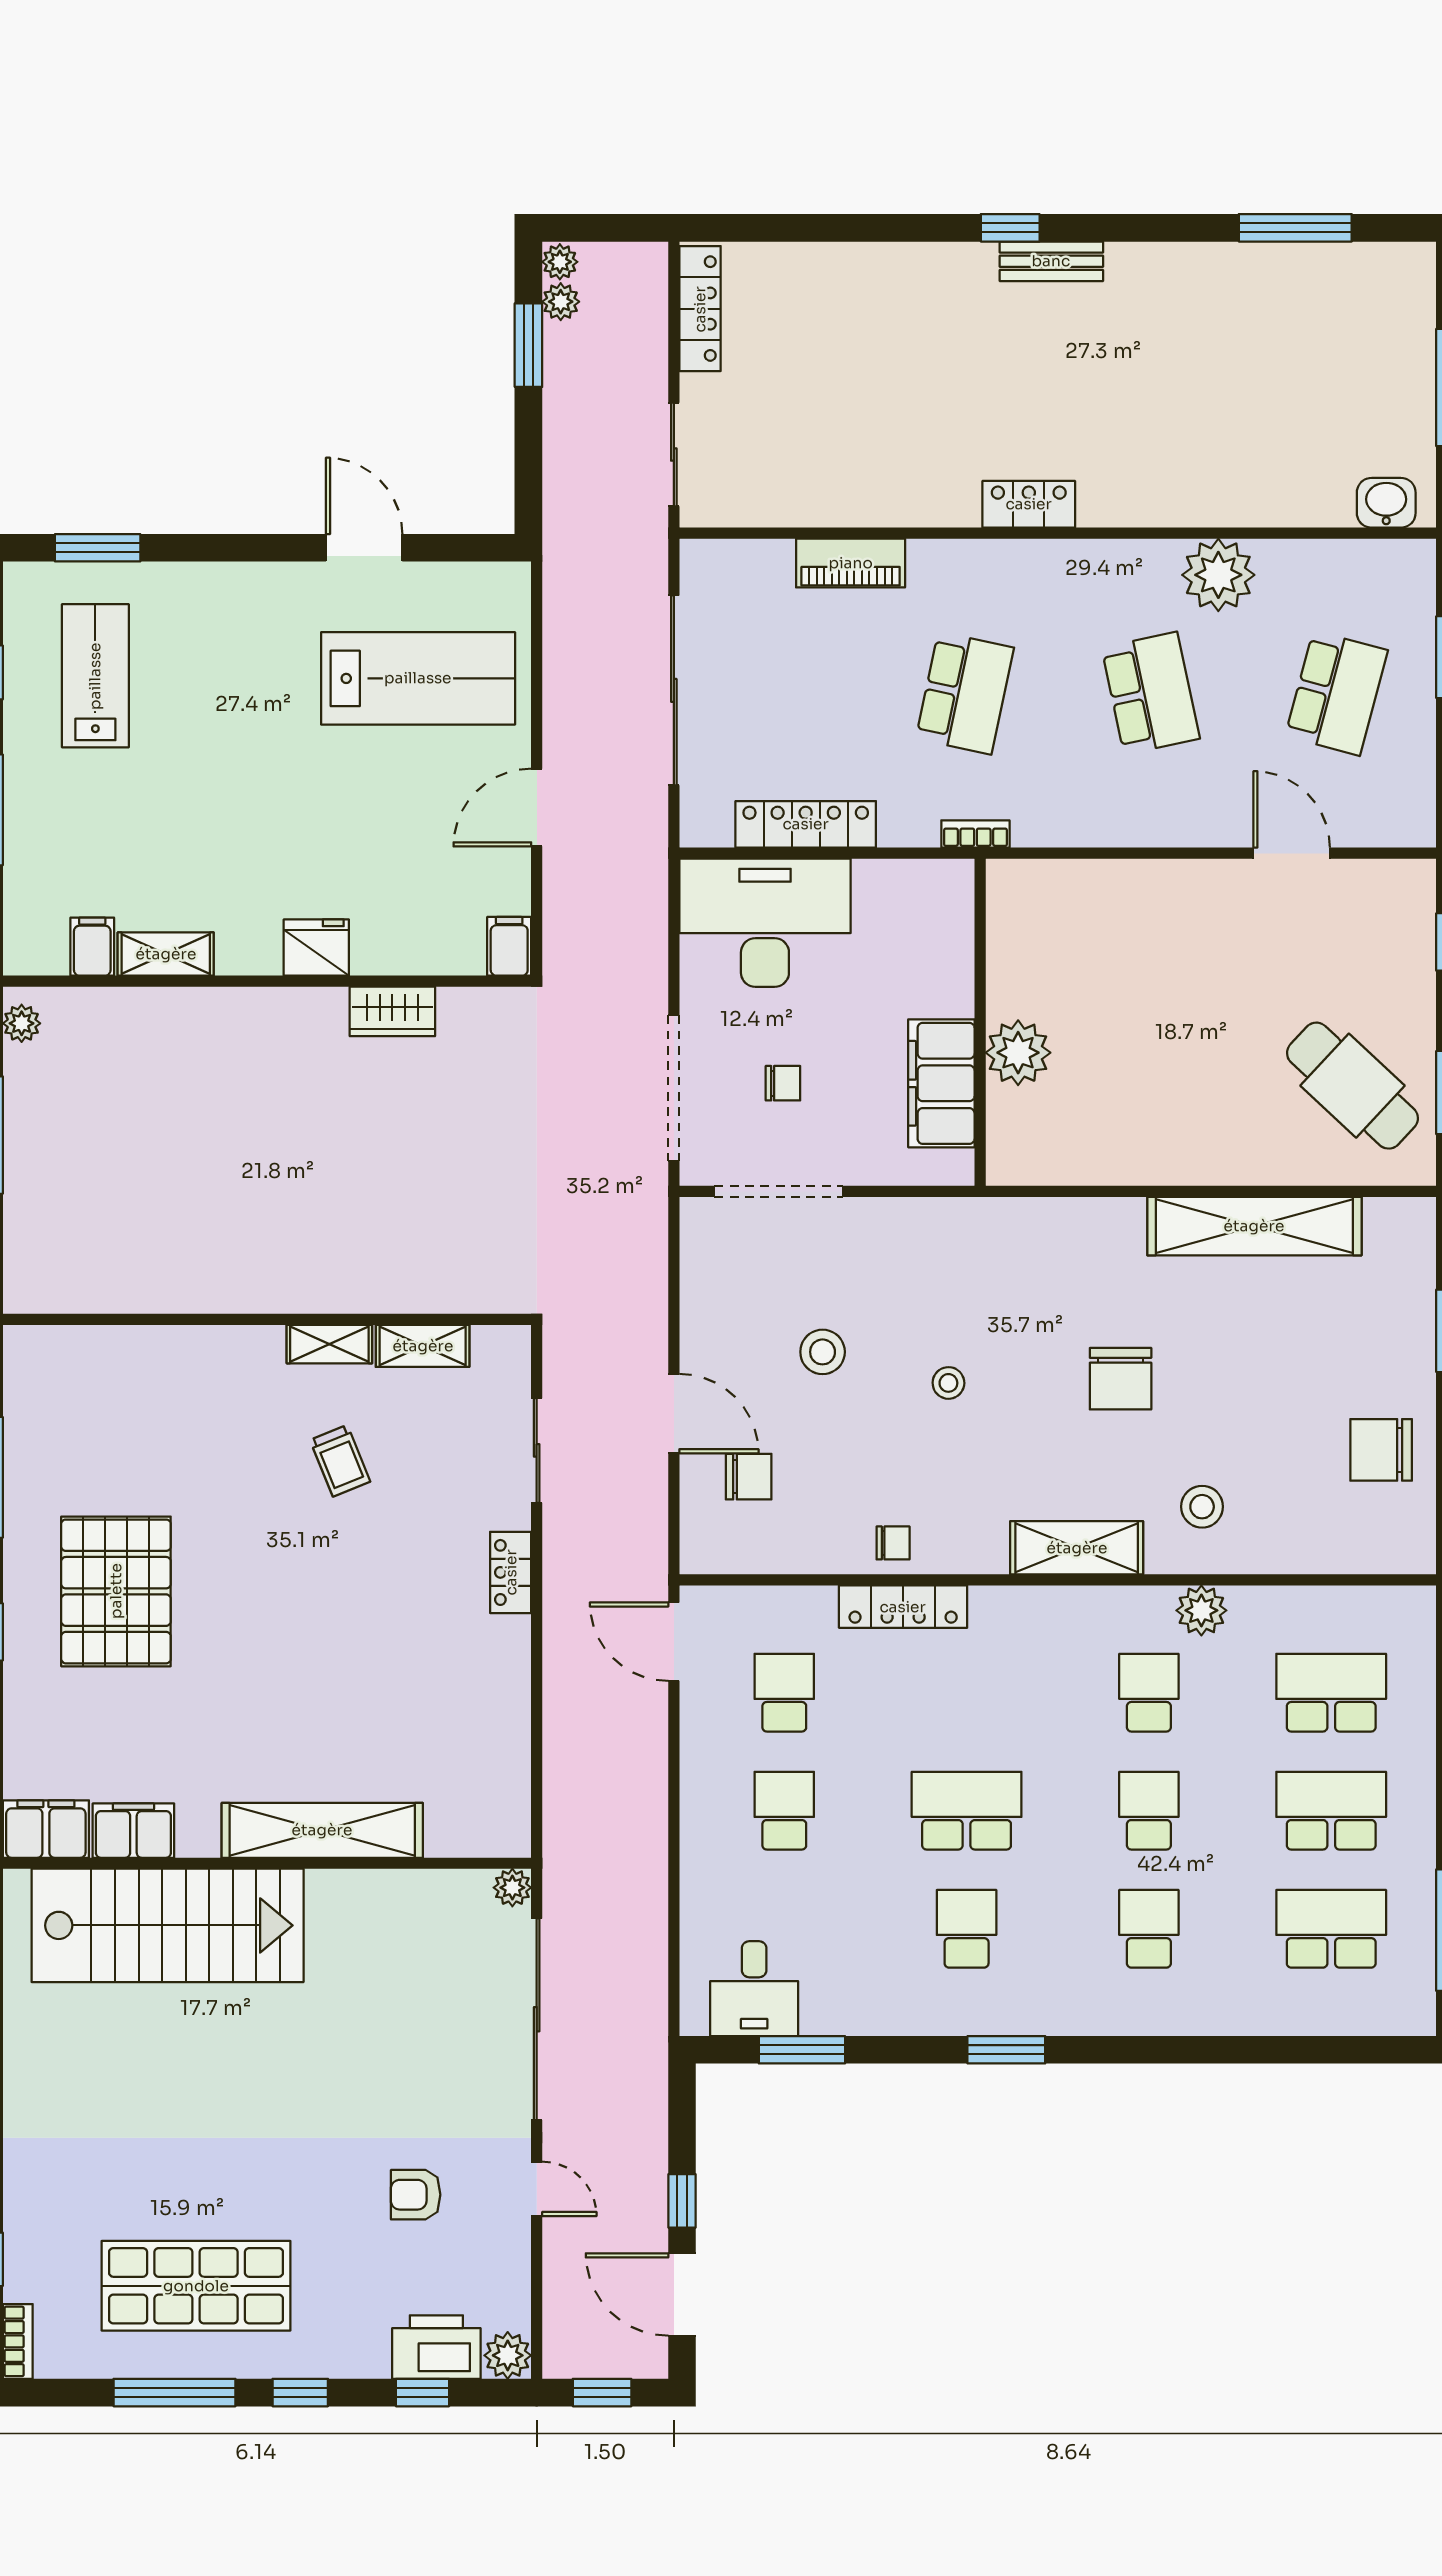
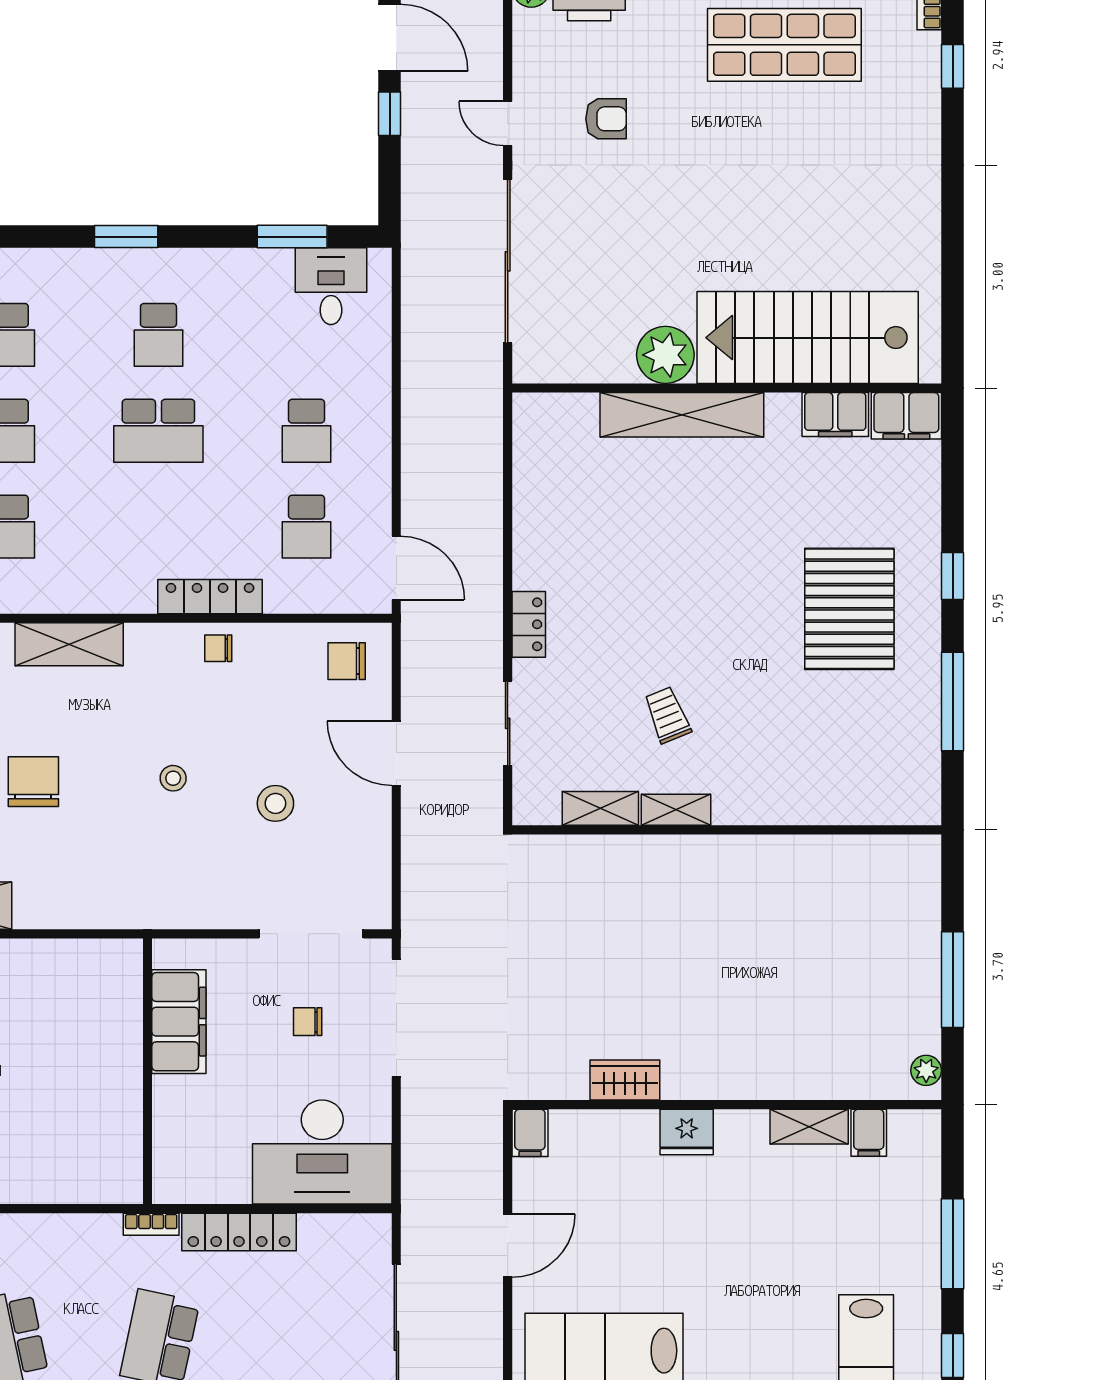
locker: (806, 824) -> (239, 1232), moved
plant: (1018, 1053) -> (117, 1047), removed
chair: (749, 1477) -> (347, 661), moved
plant: (512, 1888) -> (665, 355), moved, width x1.87, depth x1.87

